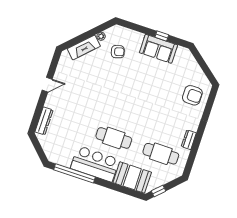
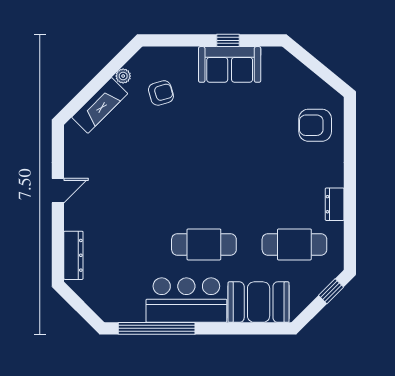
armchair: (192, 95) -> (315, 125), turned 180
window: (158, 191) -> (331, 291), moved

